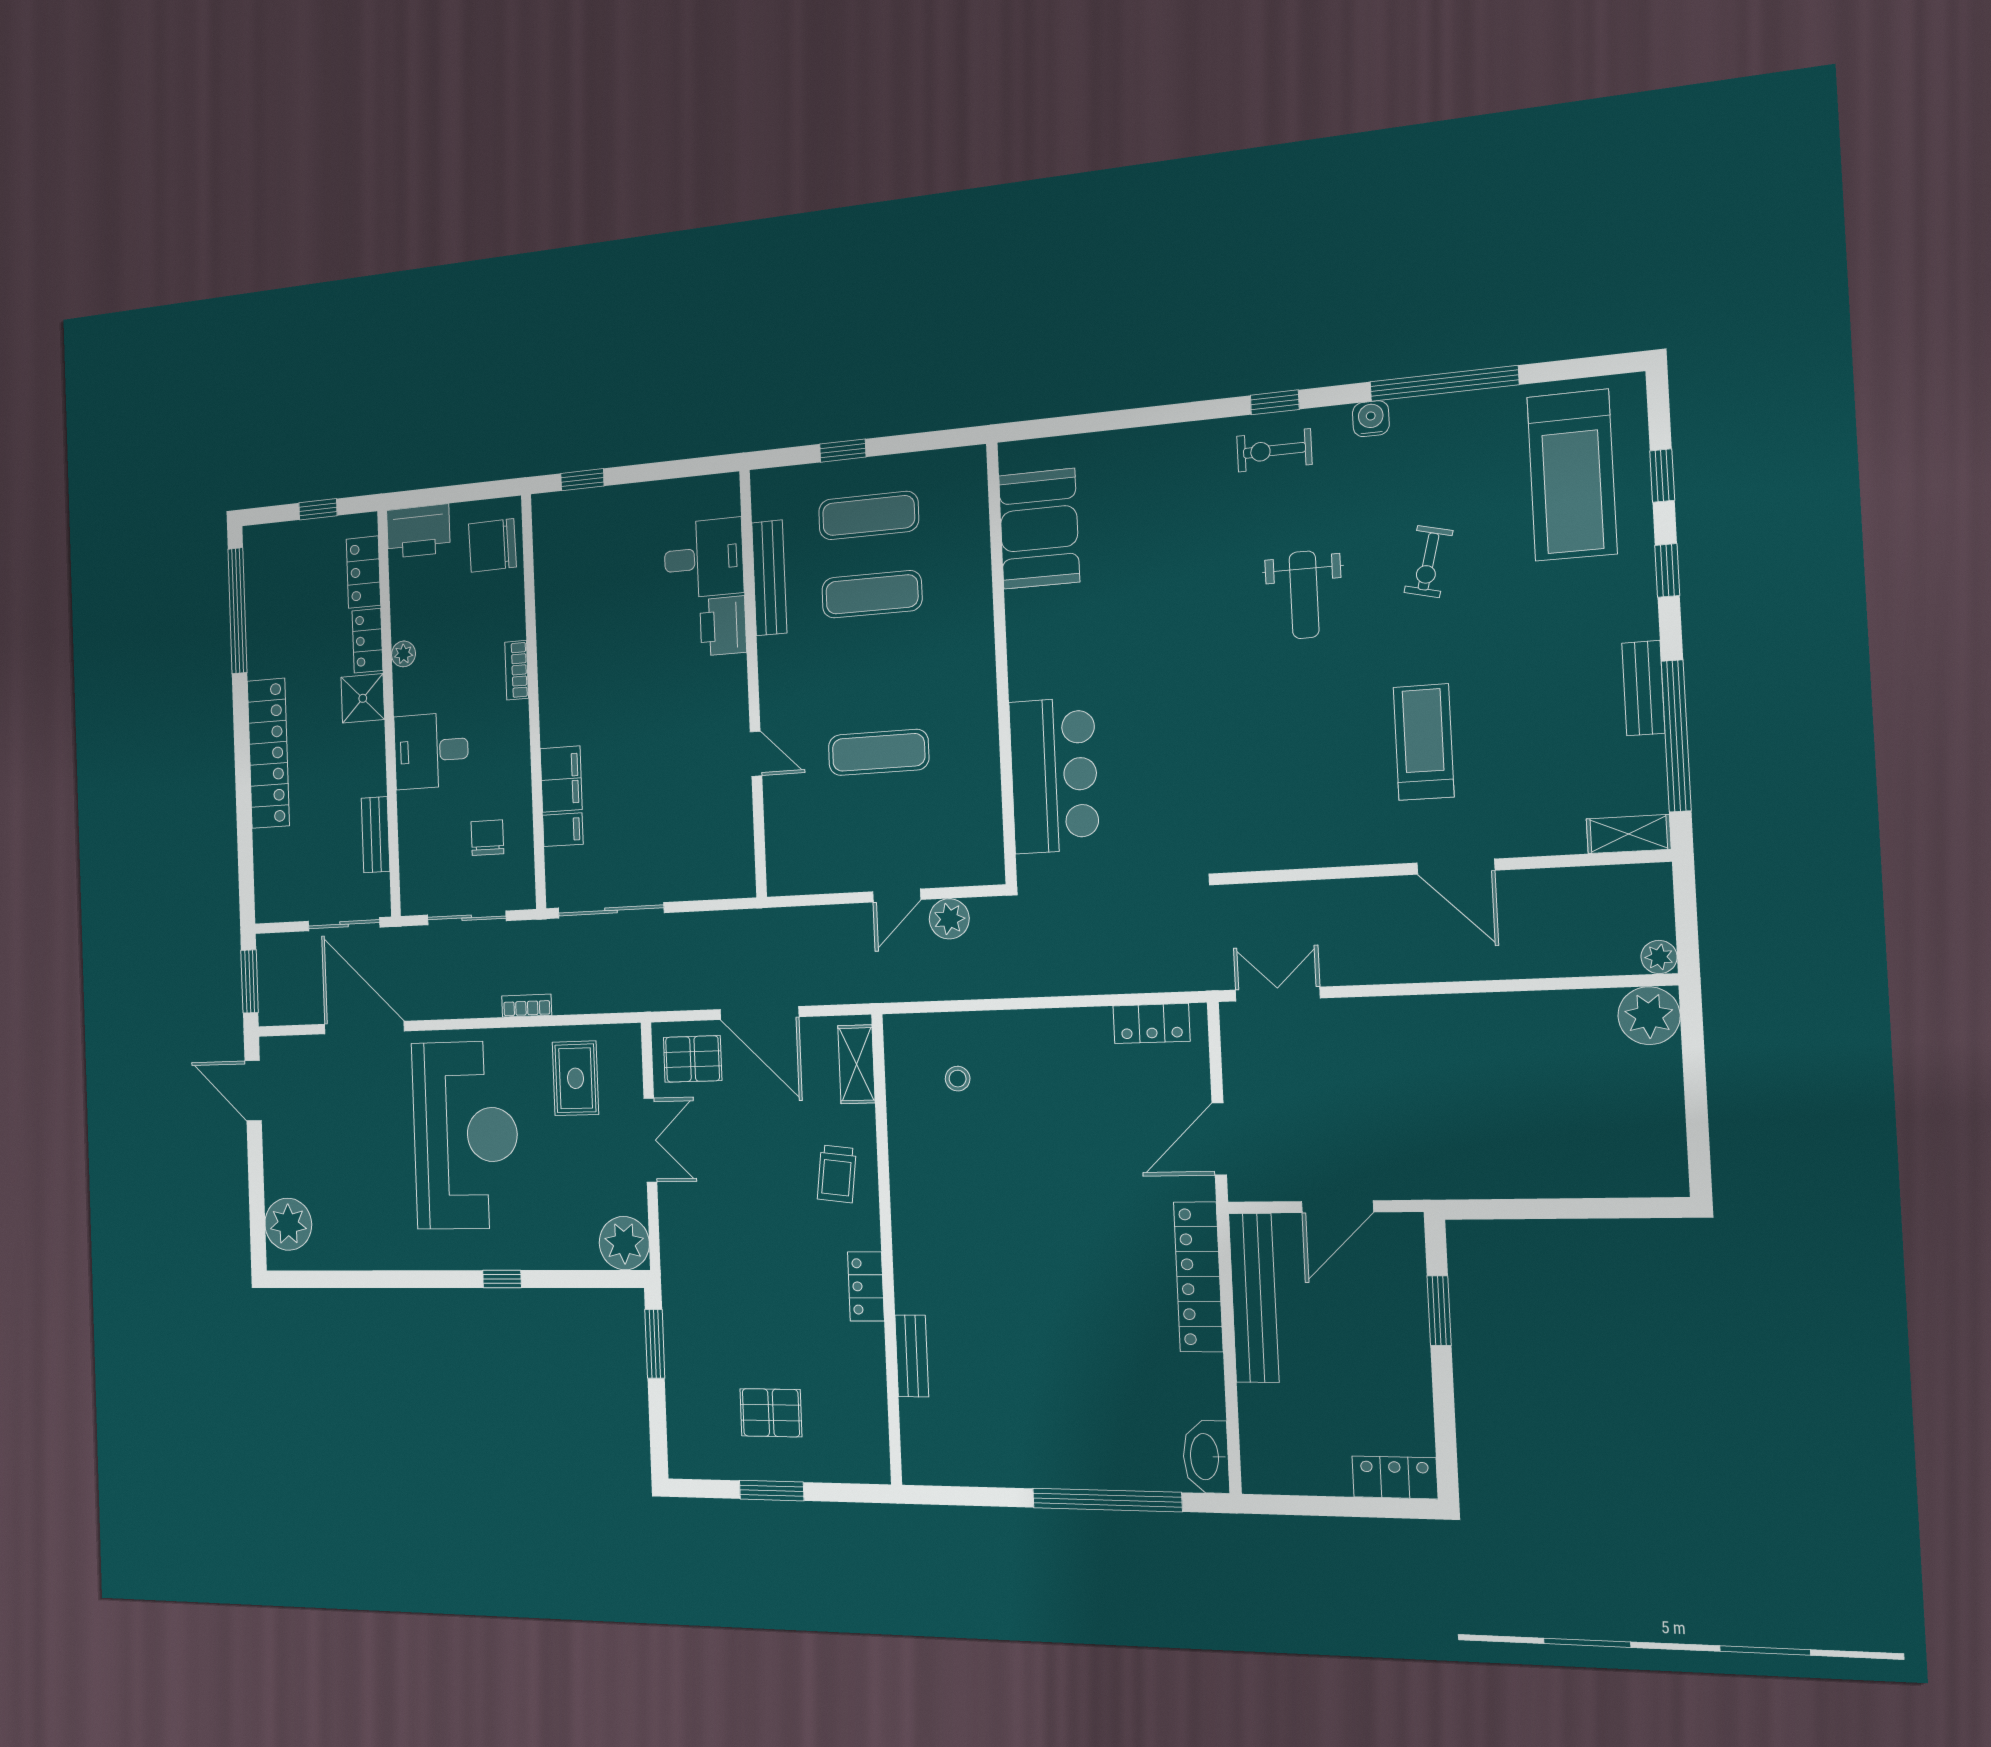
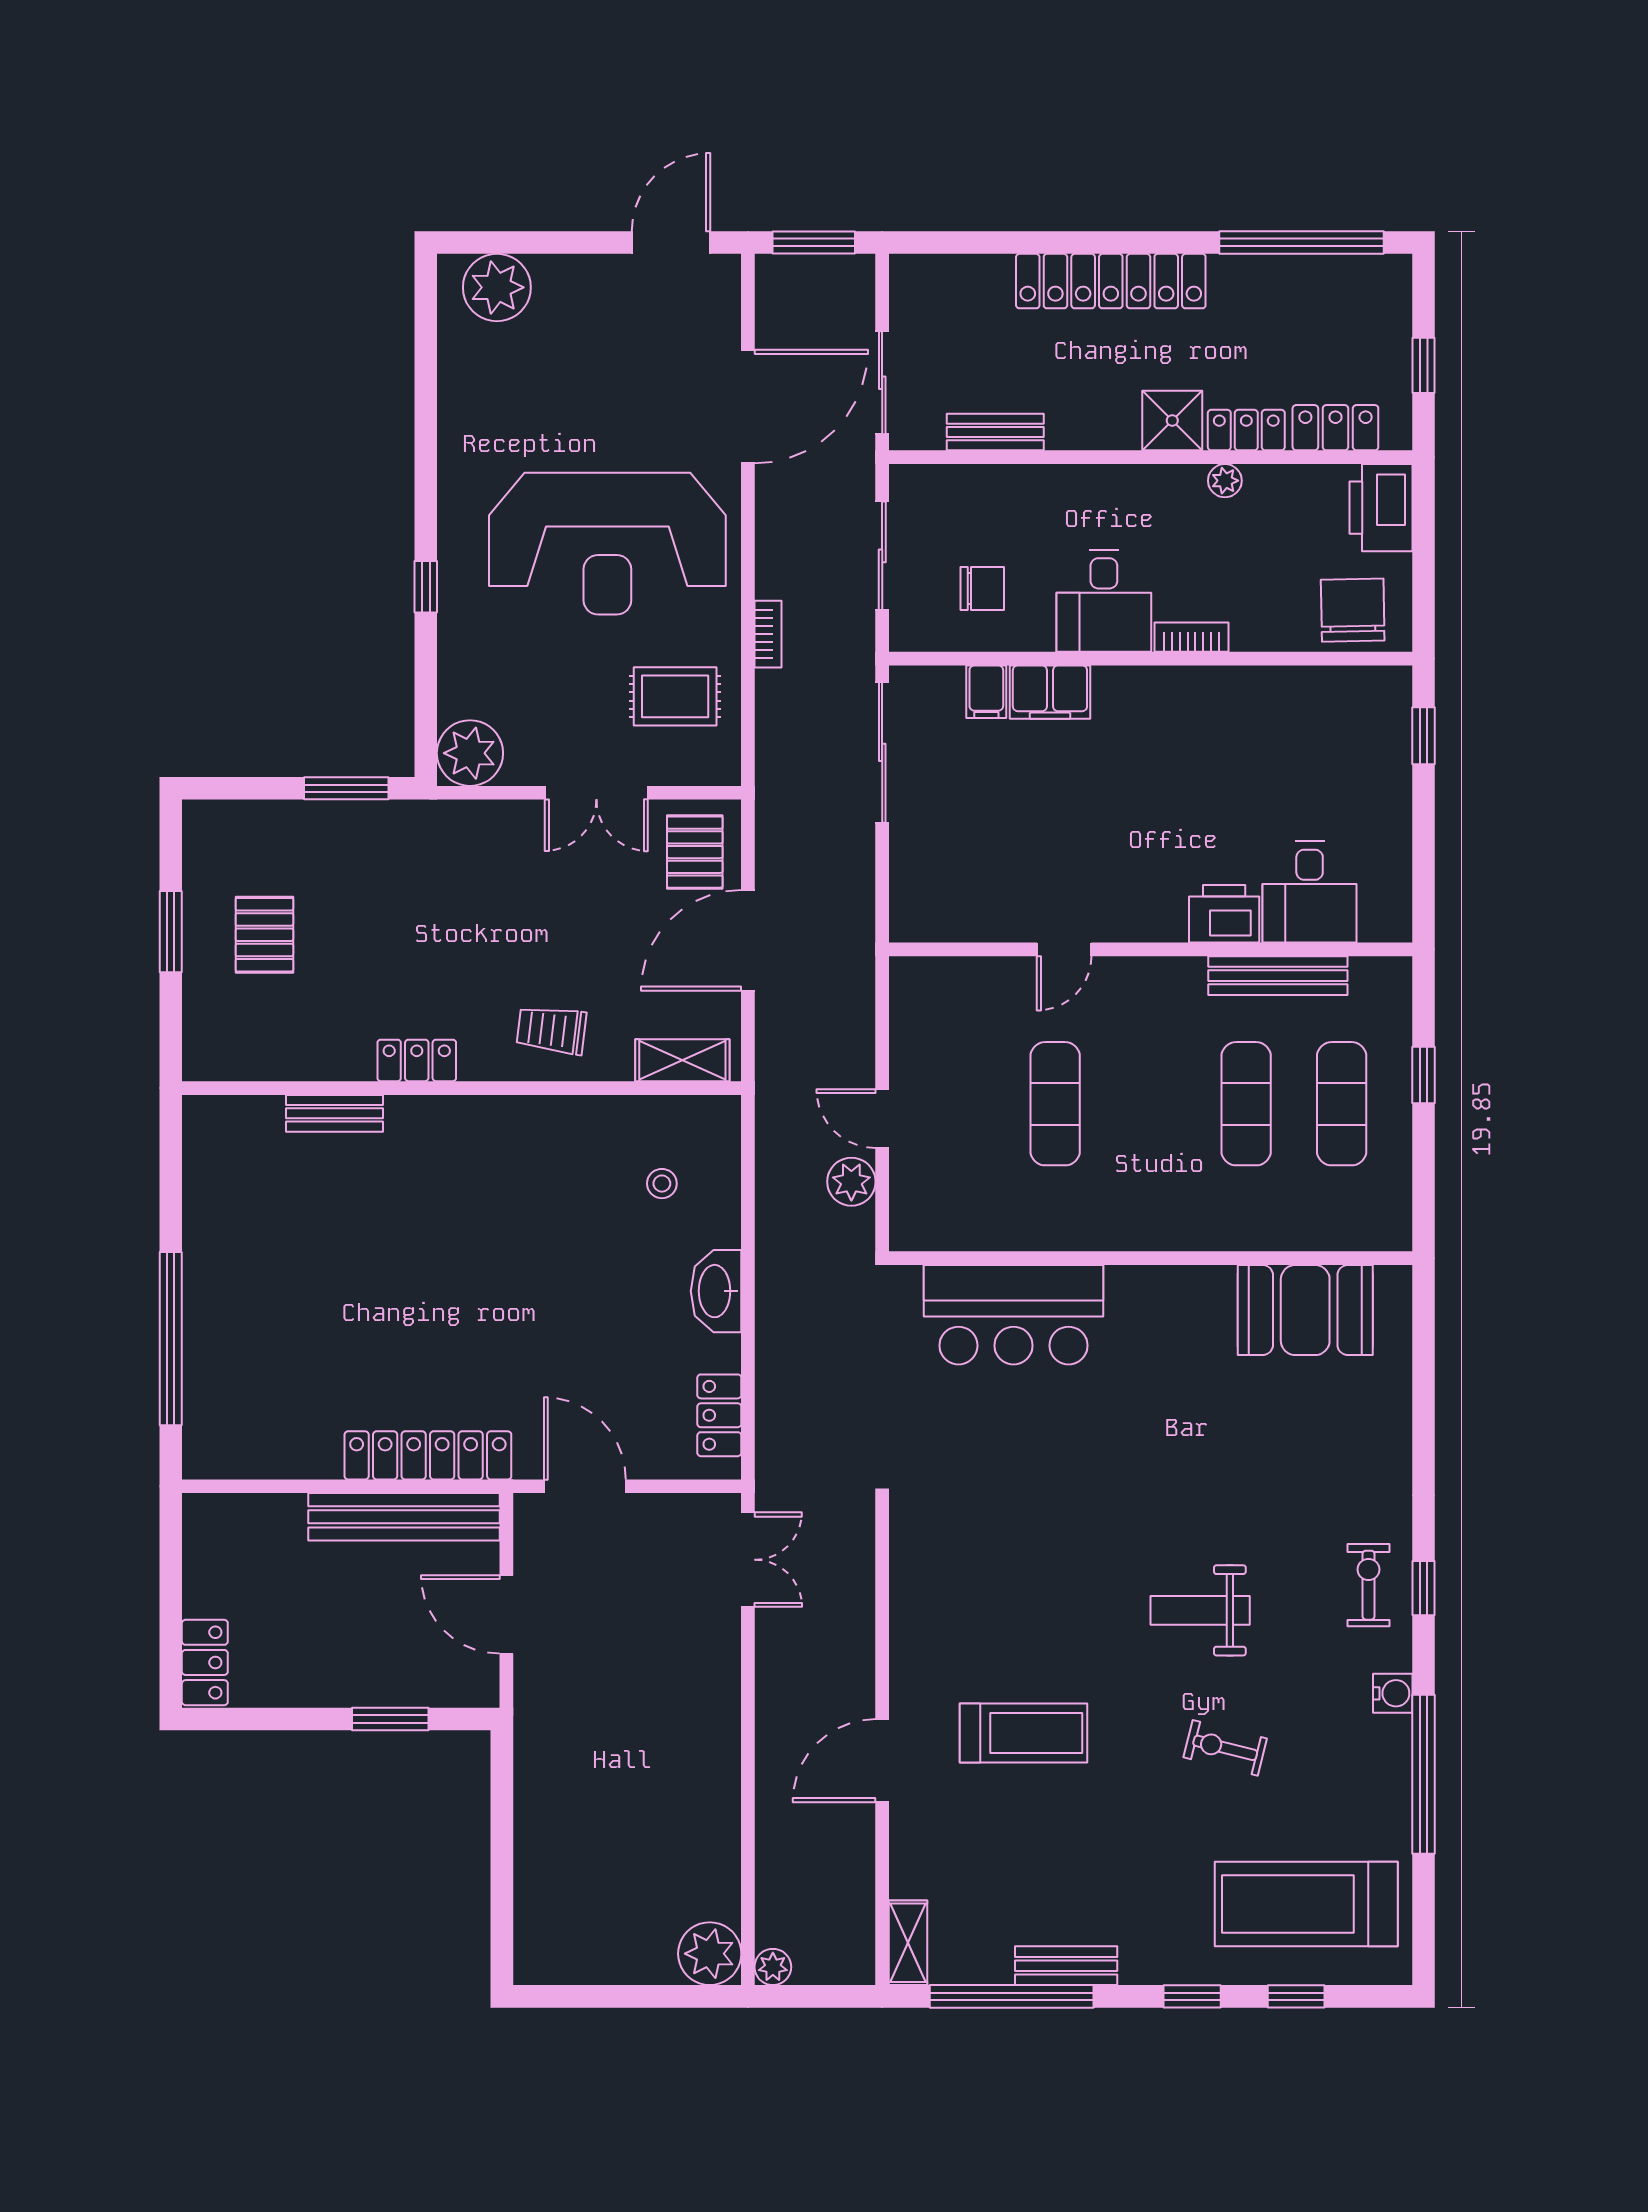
desk: (431, 751) -> (1104, 601), moved, turned 180
washbasin: (1206, 1457) -> (716, 1291), moved, turned -90

